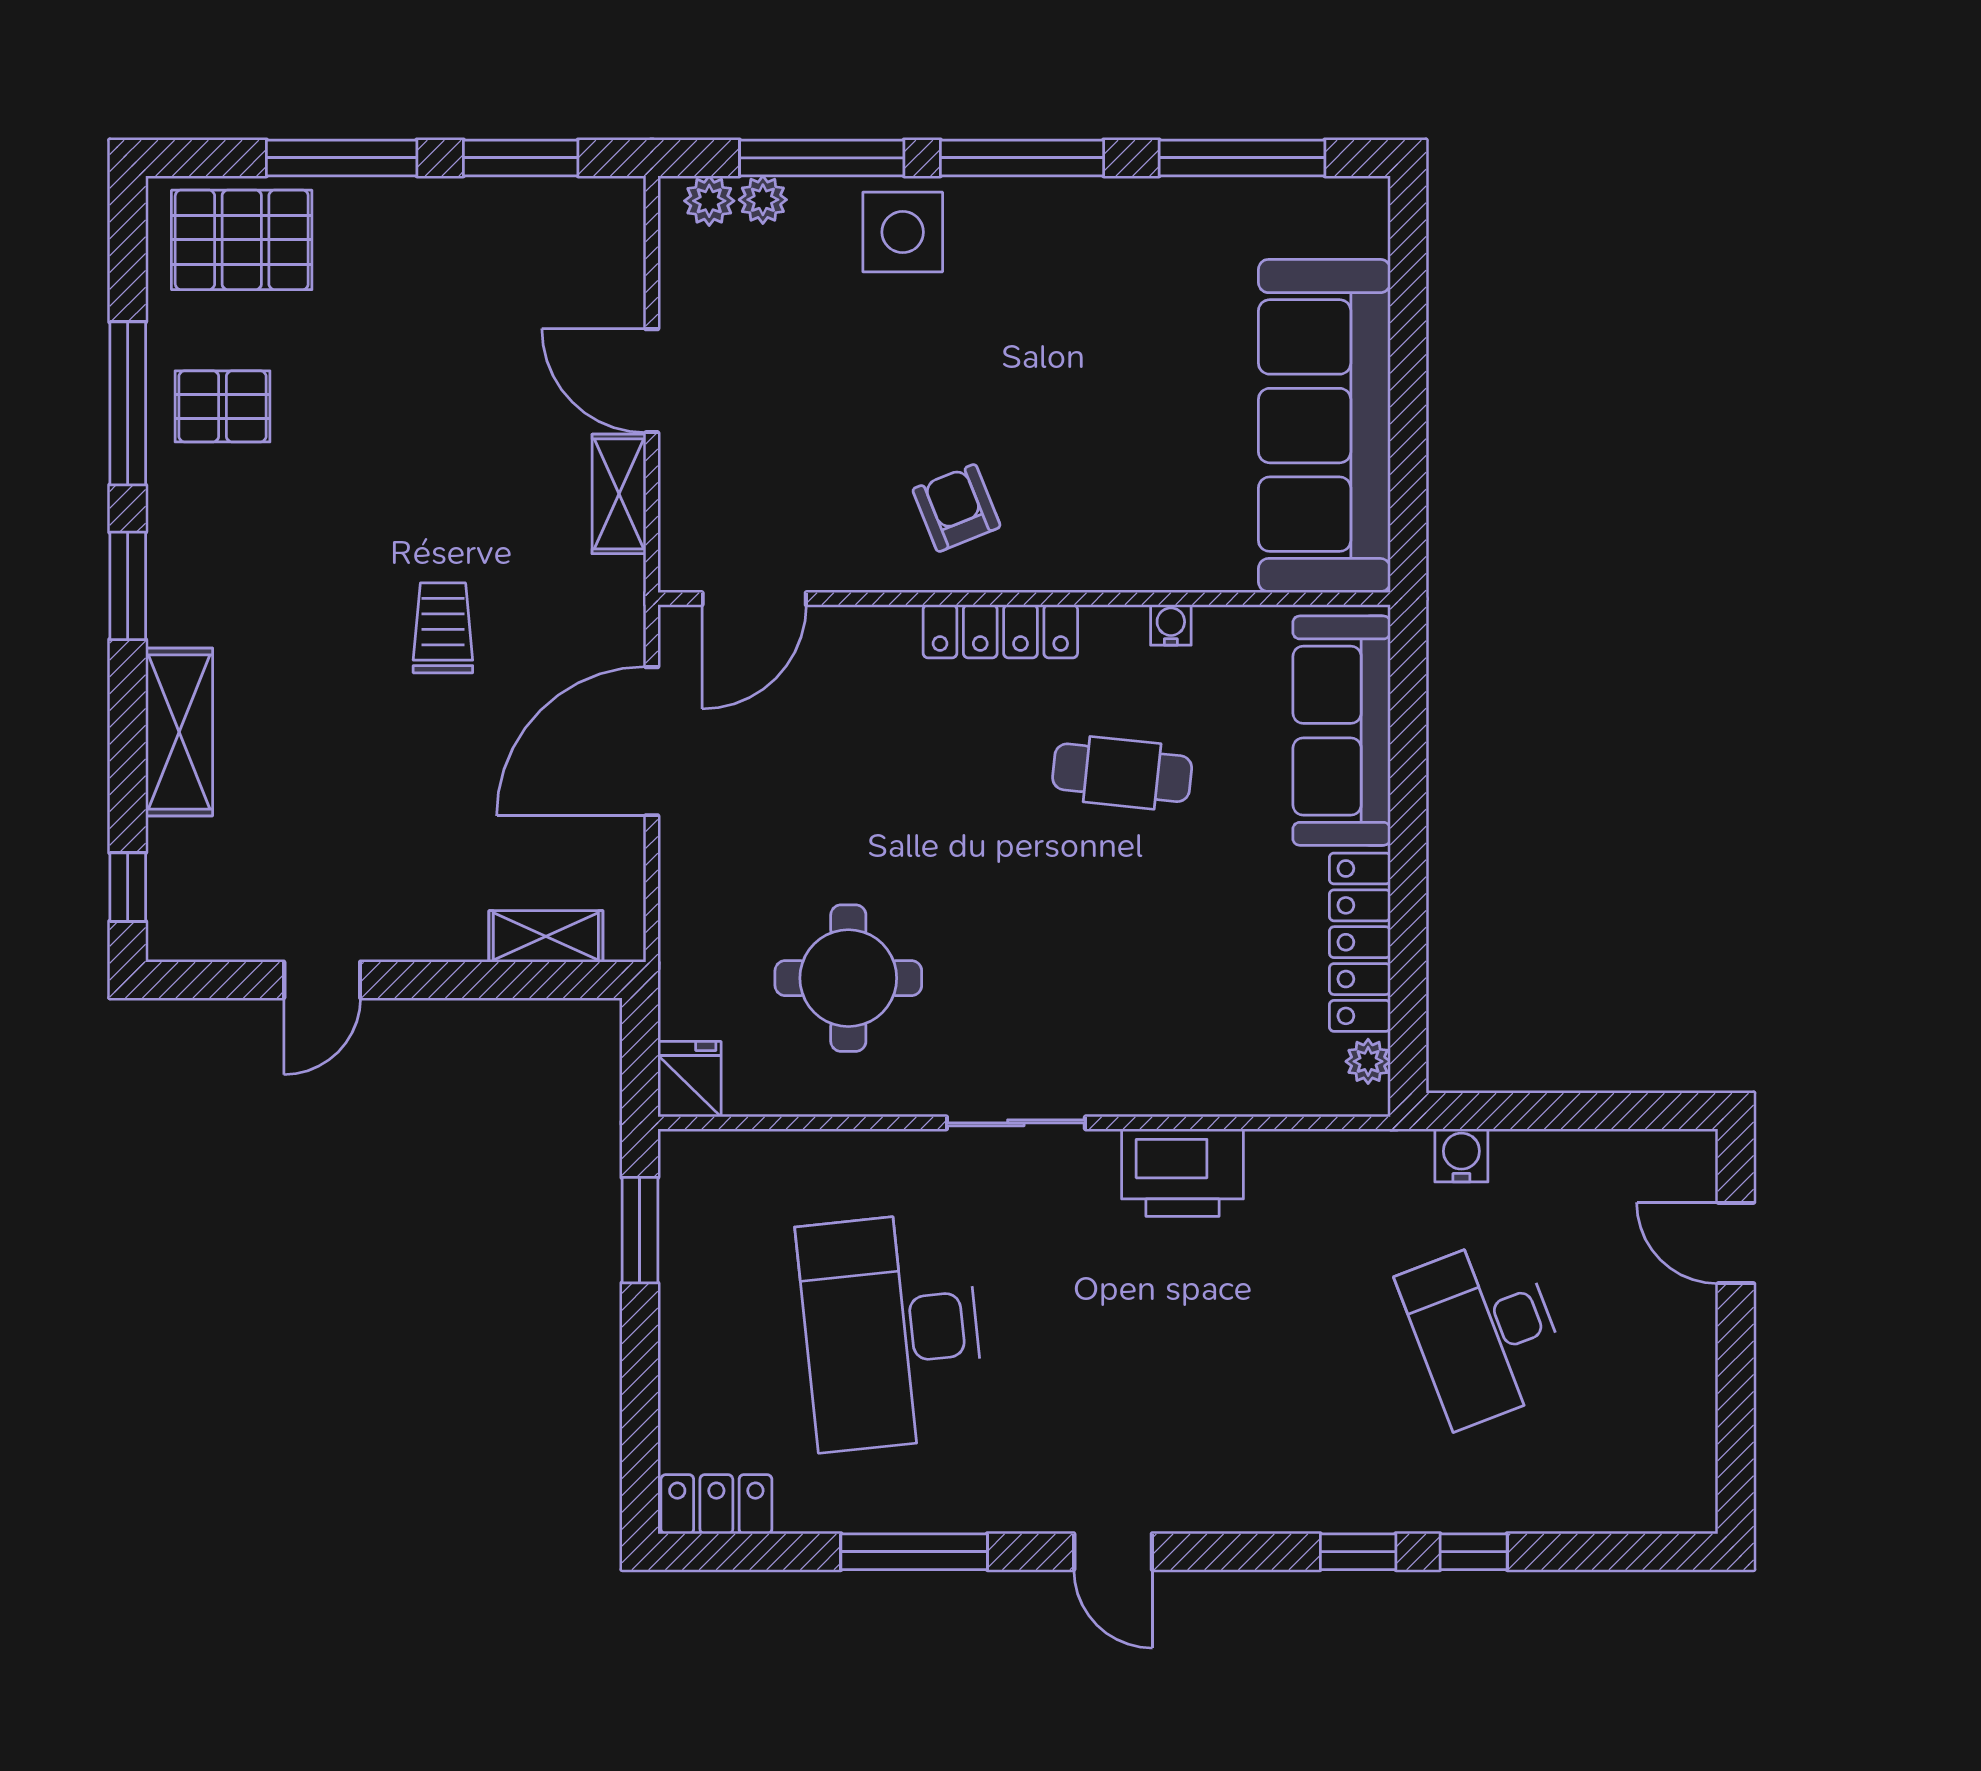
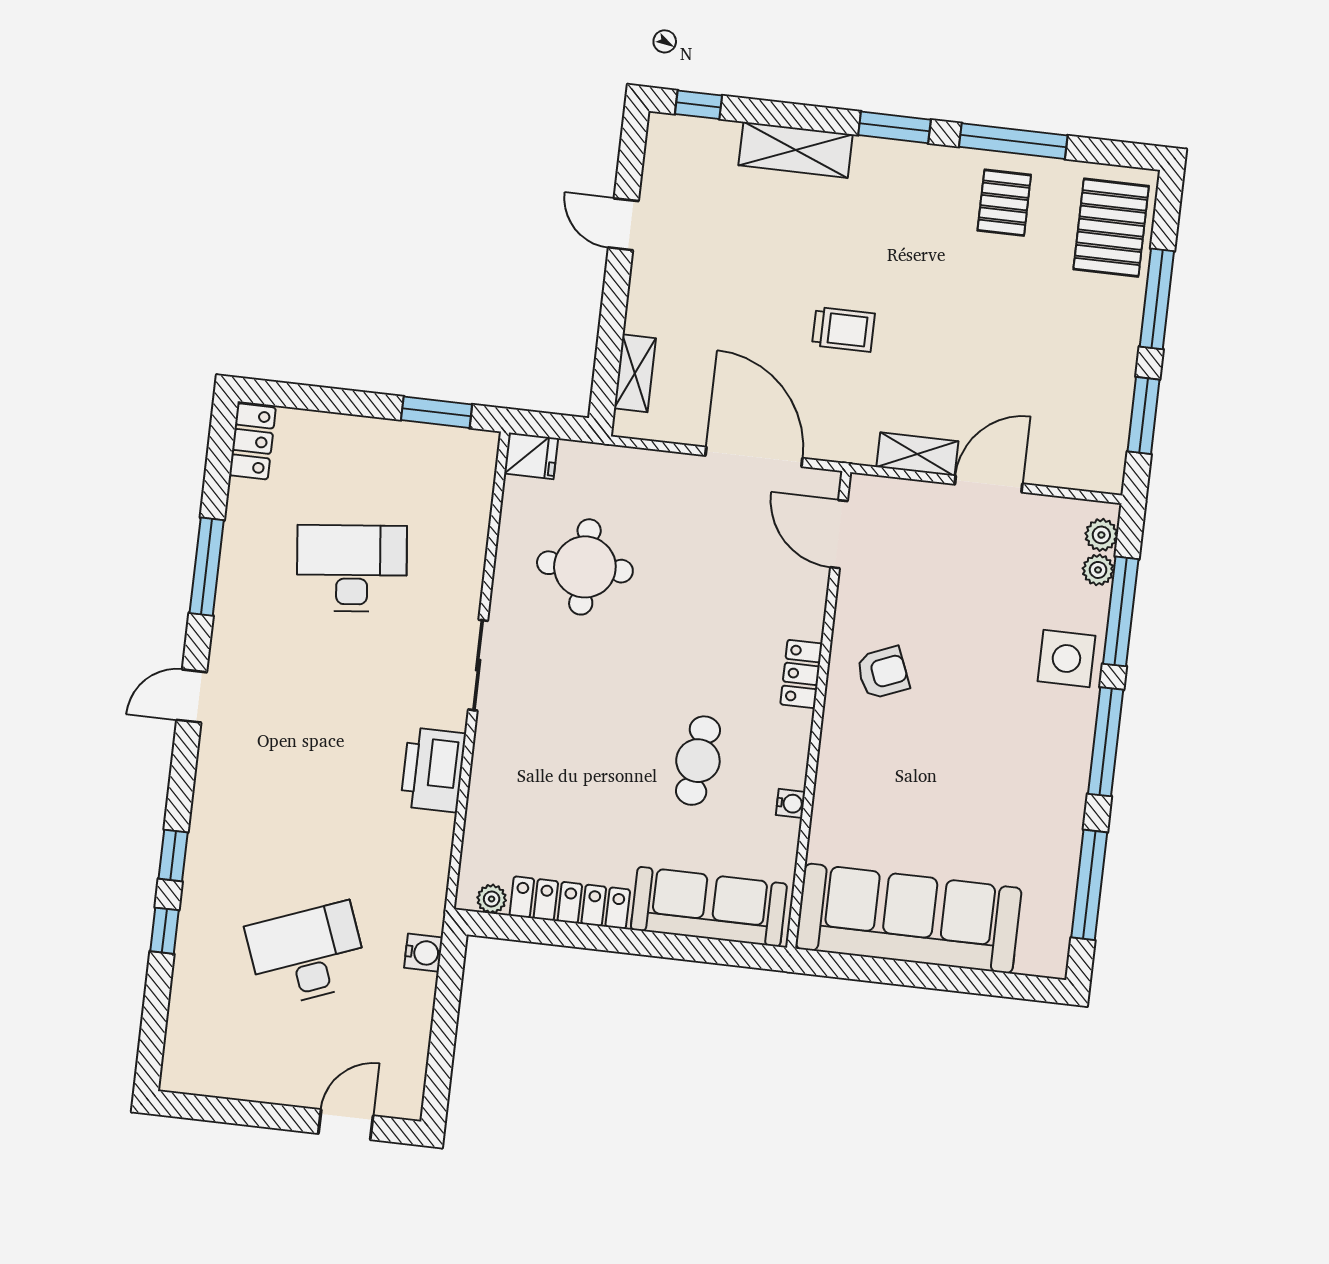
locker: (1000, 631) -> (801, 674), width x0.66
desk: (891, 1331) -> (352, 568), width x0.73, depth x0.77

